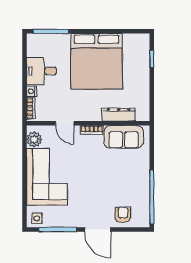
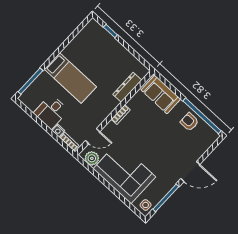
bed: (97, 61) -> (70, 78), width x0.49
door: (65, 123) -> (93, 136), moved
sofa: (124, 137) -> (161, 94), moved, turned 90
armchair: (123, 215) -> (189, 122), moved

